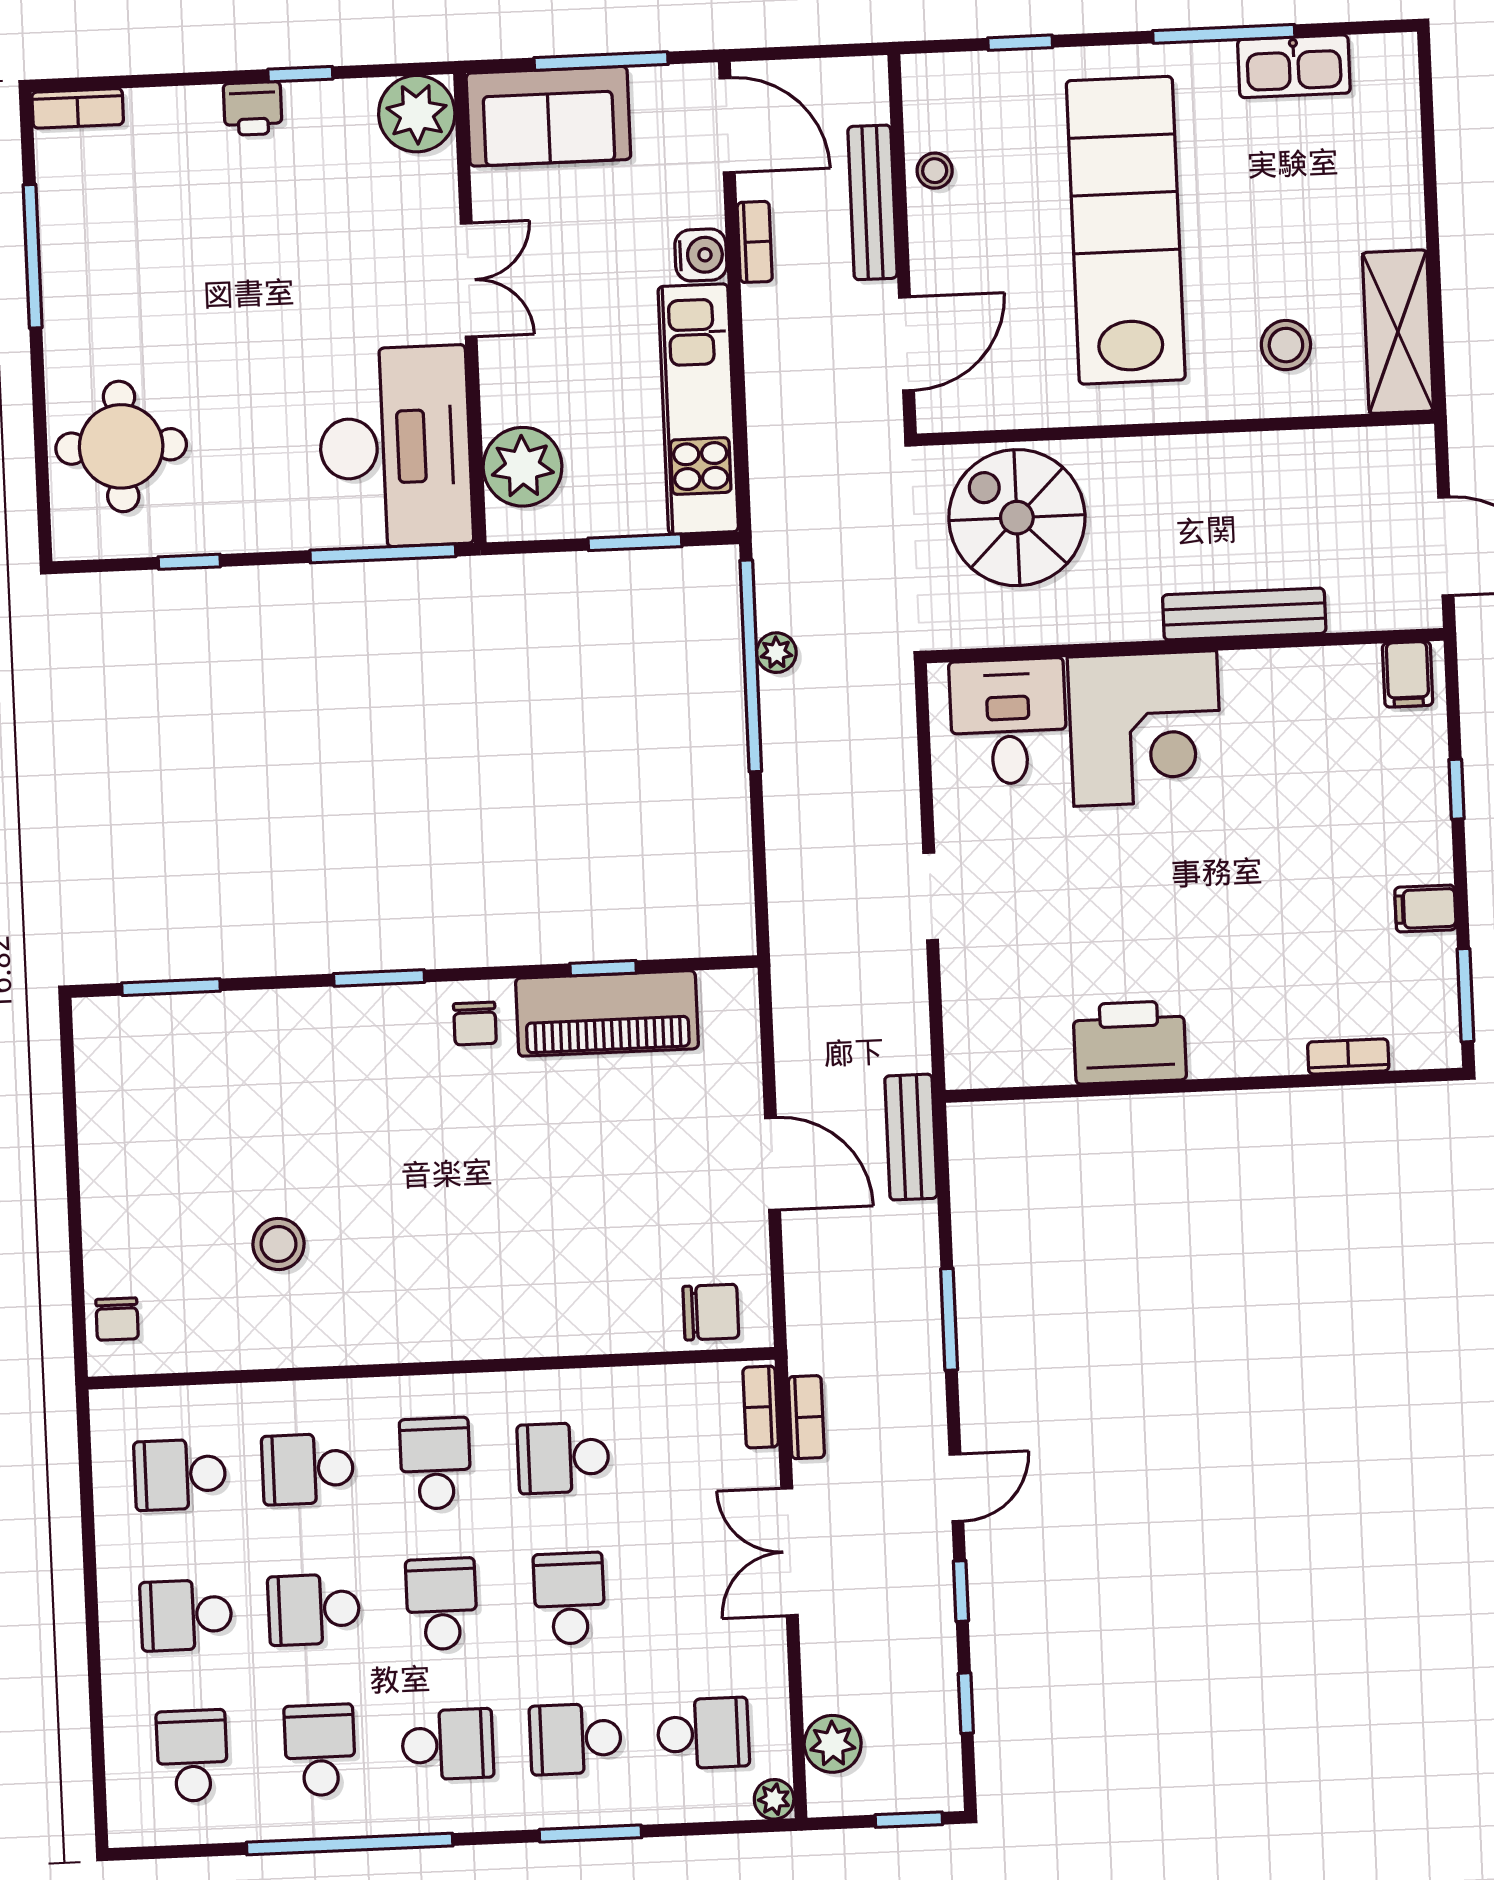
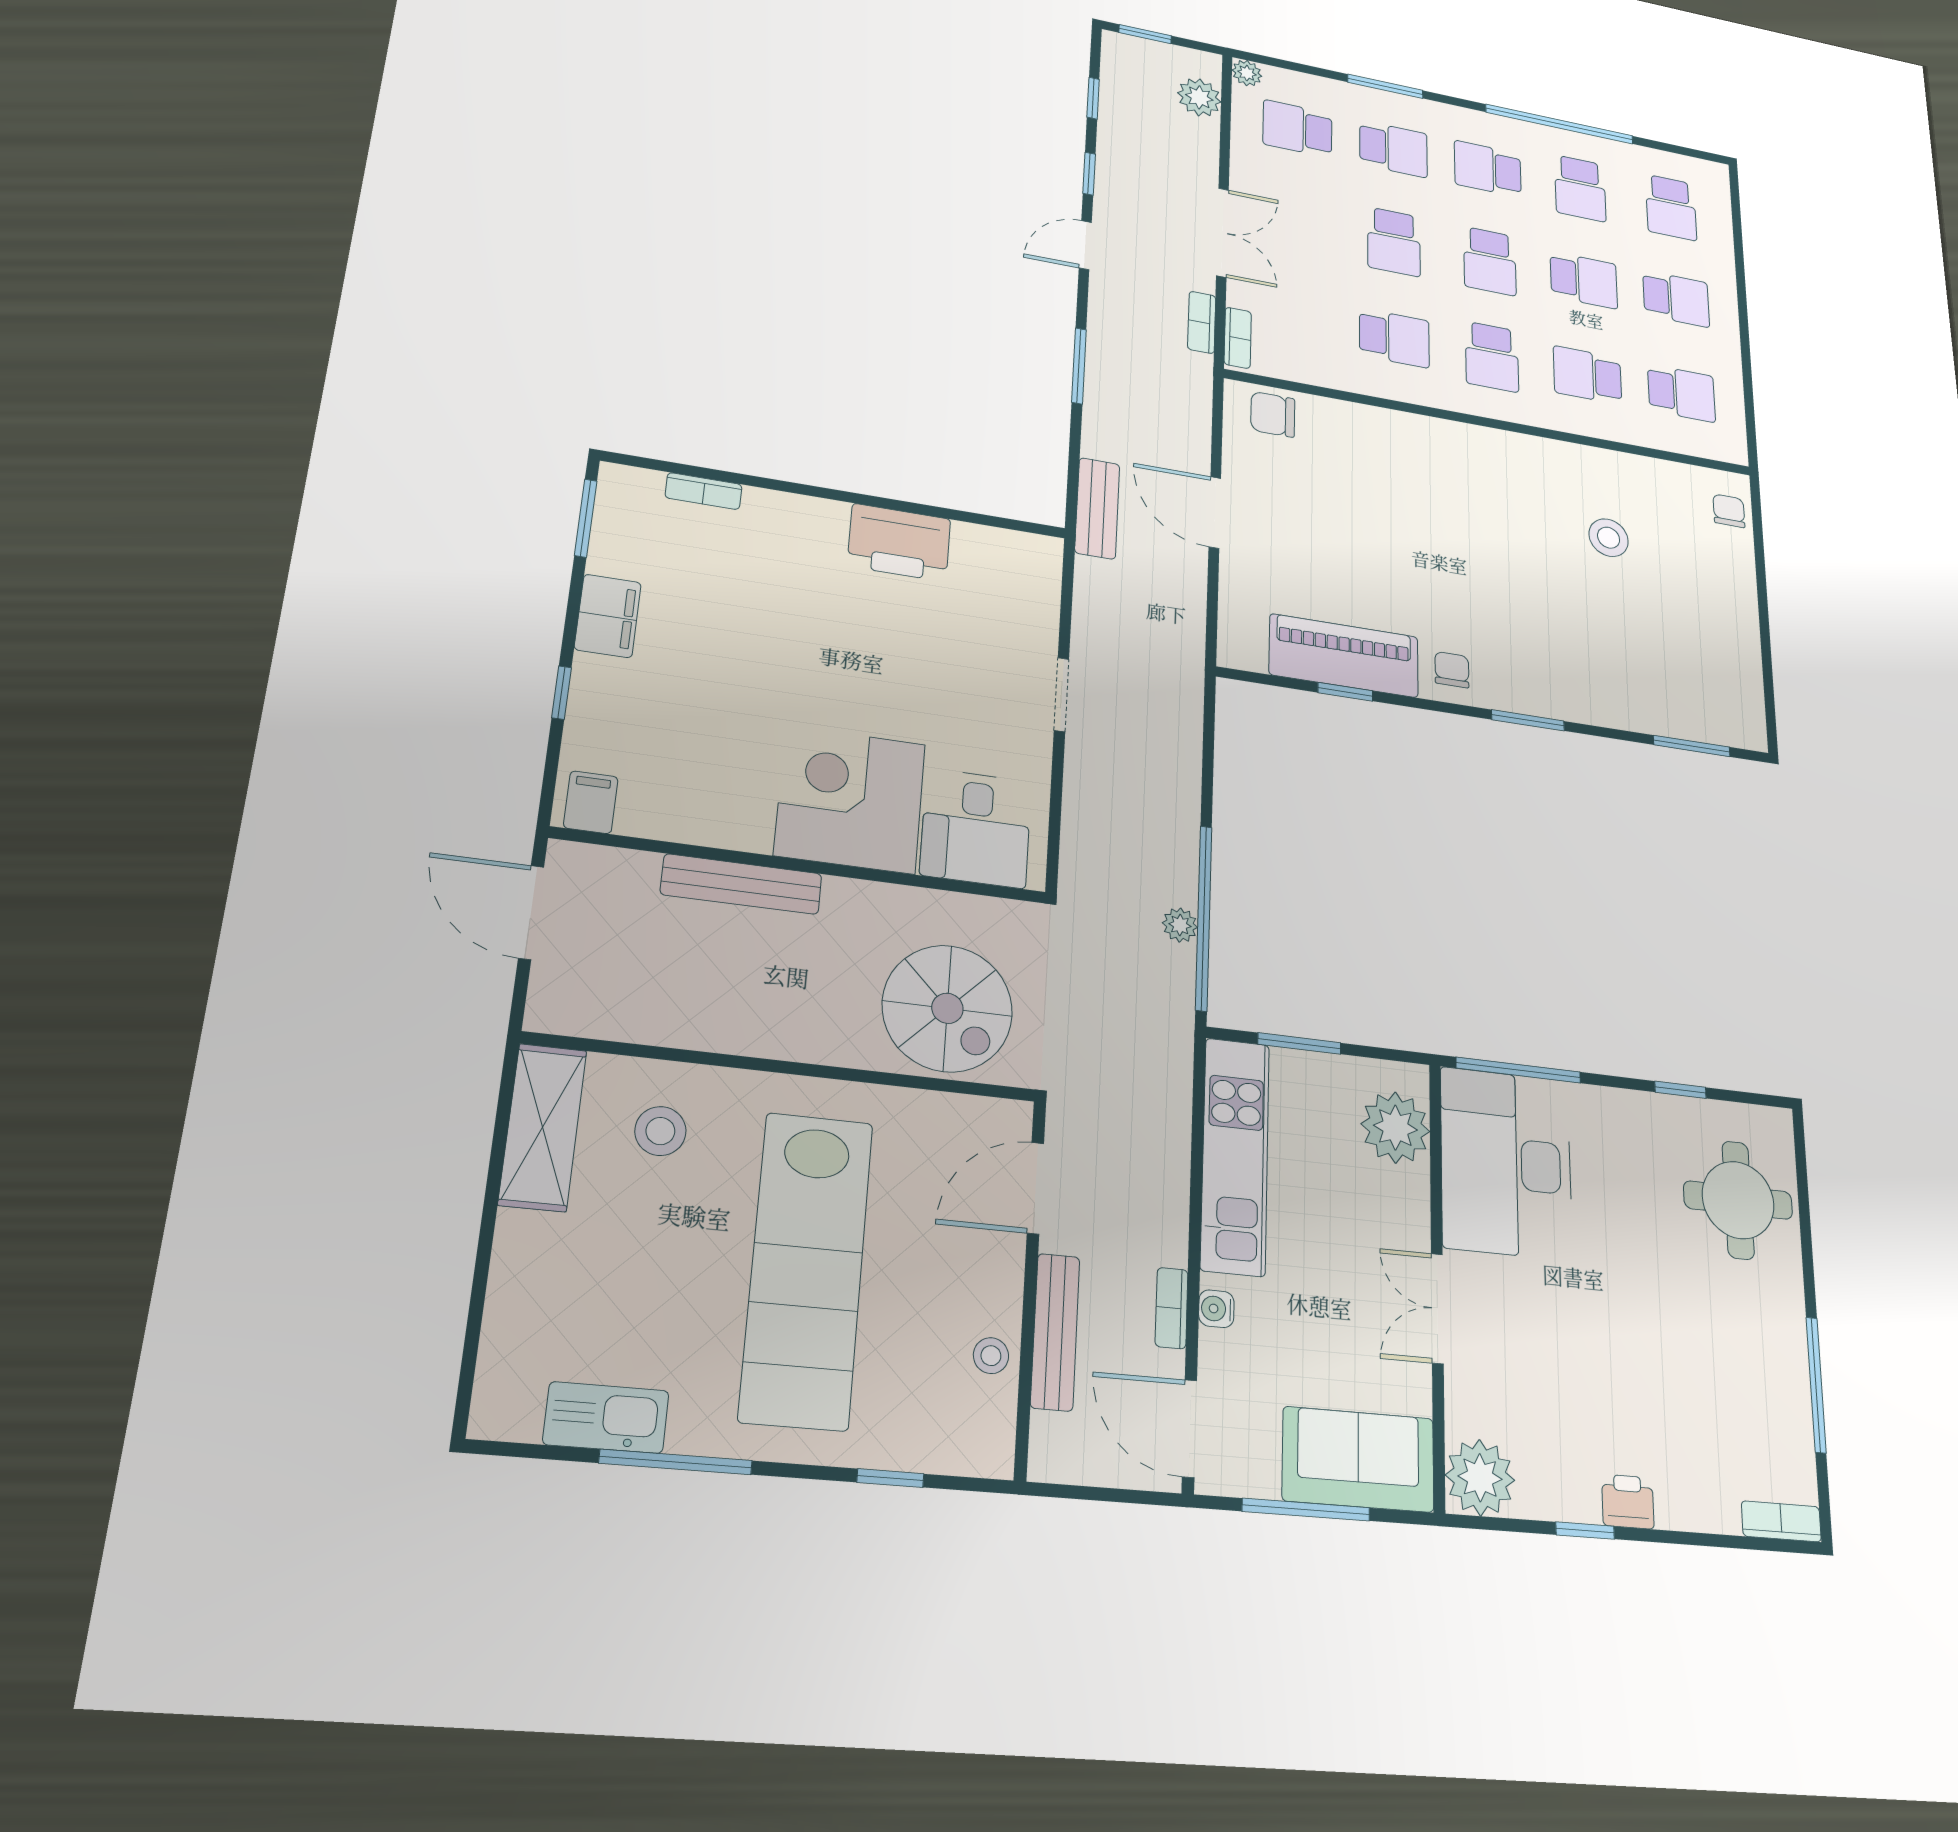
water cooler: (701, 255) -> (1216, 1309), width x0.72, depth x0.72
filing cabinet: (1425, 908) -> (608, 616), width x2.00
school desk: (308, 1469) -> (1588, 375), turned 180

